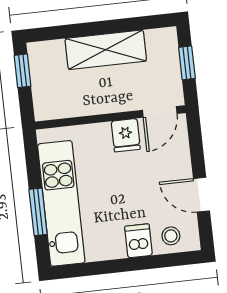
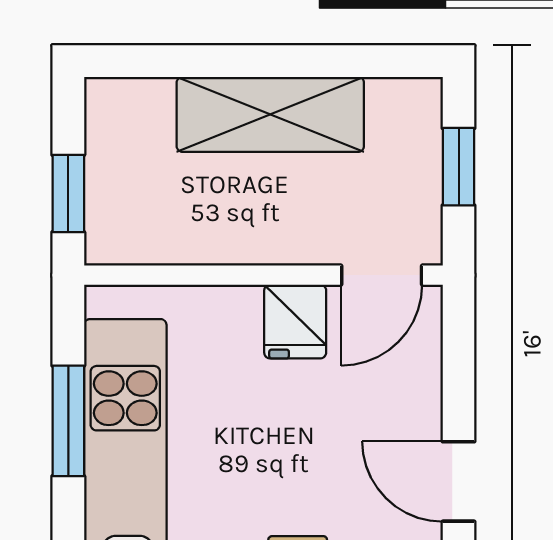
window: (23, 71) -> (68, 194), moved
window: (38, 212) -> (68, 421), moved

